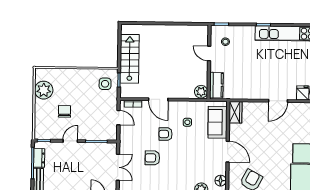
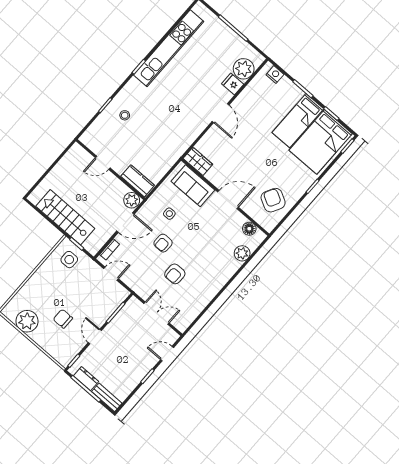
door: (209, 53) -> (103, 163), moved
wall: (209, 62) -> (110, 170), moved
kitchen counter: (216, 85) -> (138, 181), moved
plant: (201, 92) -> (132, 200), moved

